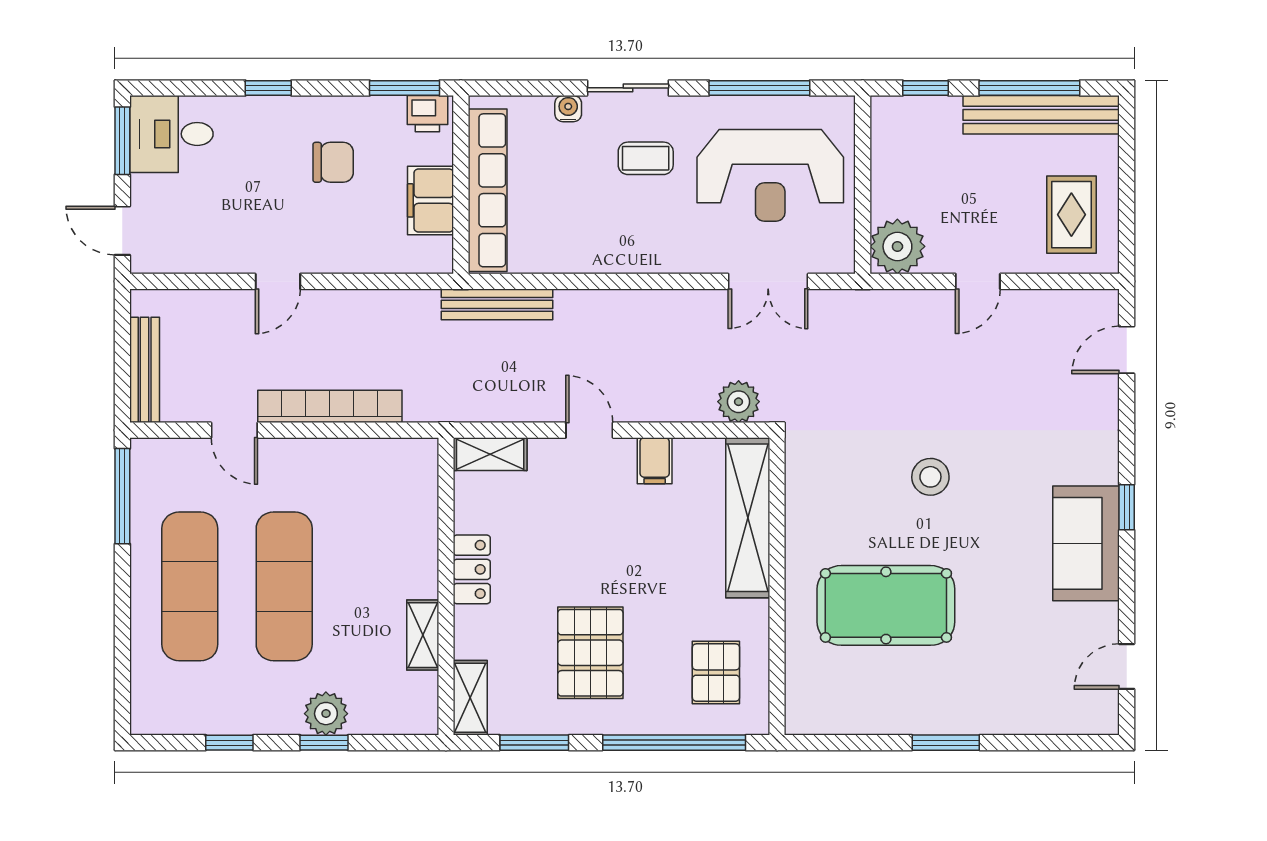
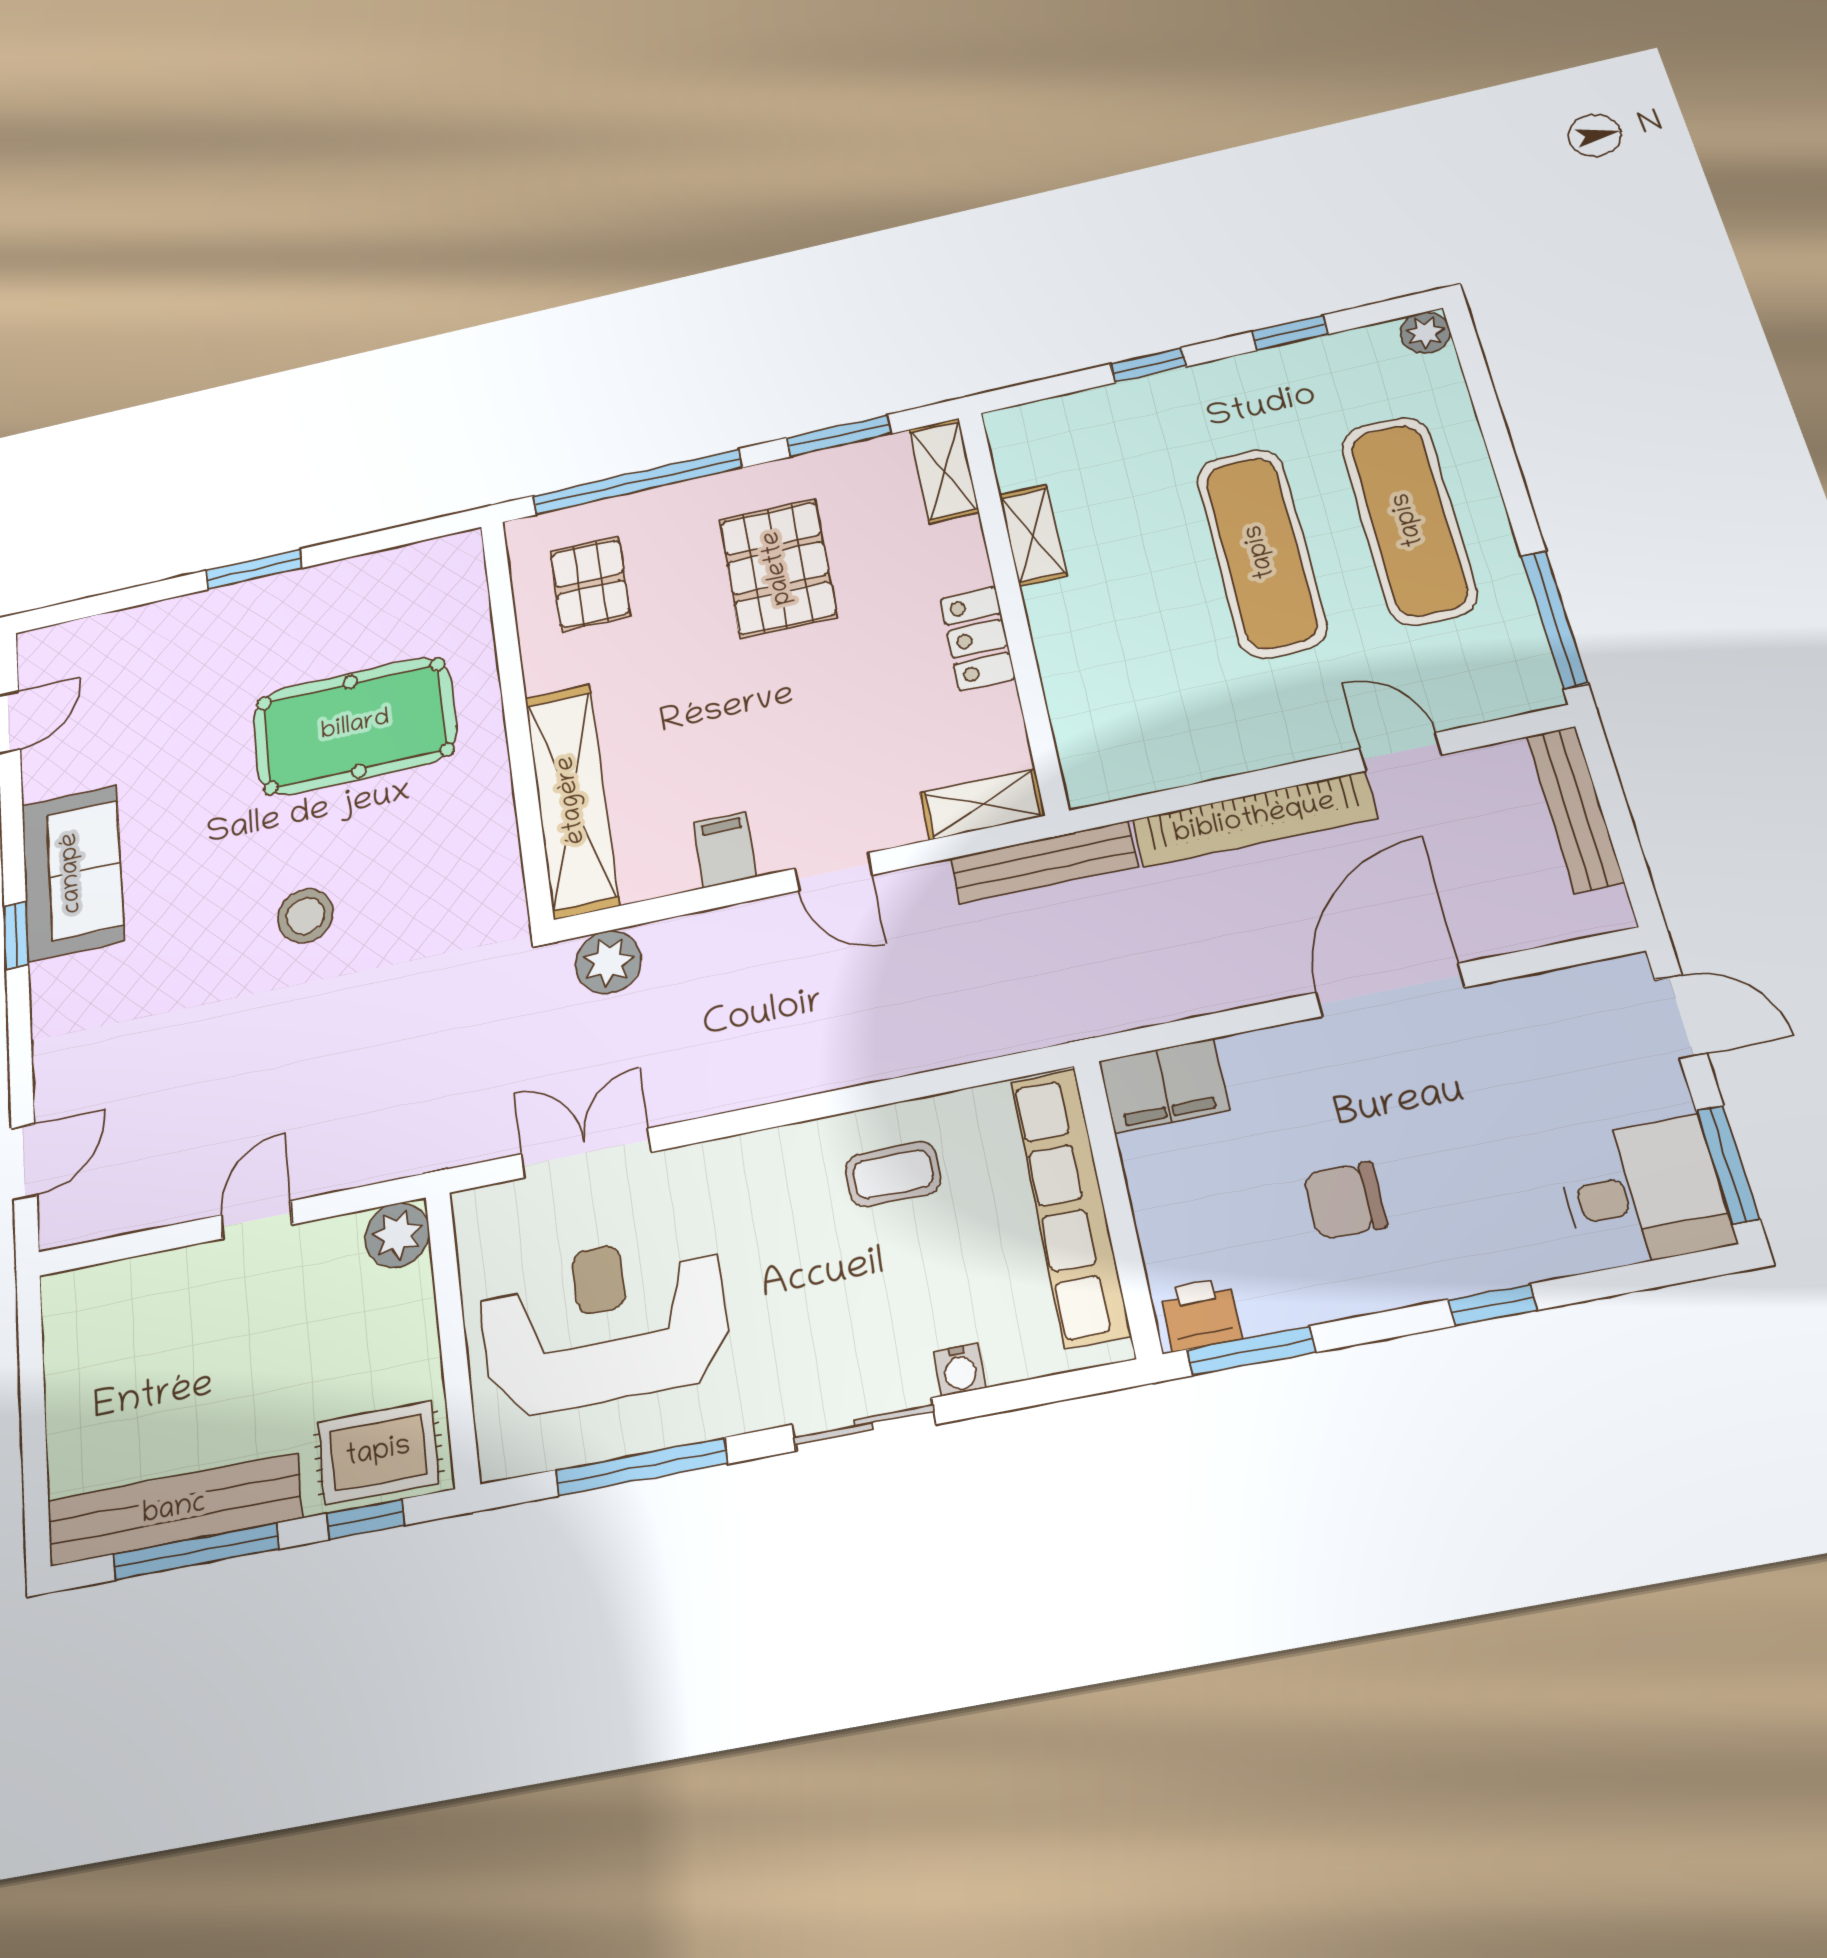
coffee table: (646, 158) -> (893, 1174), moved
filing cabinet: (431, 200) -> (1164, 1086), moved, turned 90
rug: (1071, 215) -> (378, 1453), moved, turned 90
plant: (897, 246) -> (397, 1235), width x0.73, depth x0.73
door: (278, 281) -> (1390, 990), width x1.87
bench: (497, 304) -> (1044, 862), moved
plant: (326, 714) -> (1425, 333), moved, width x0.73, depth x0.73

